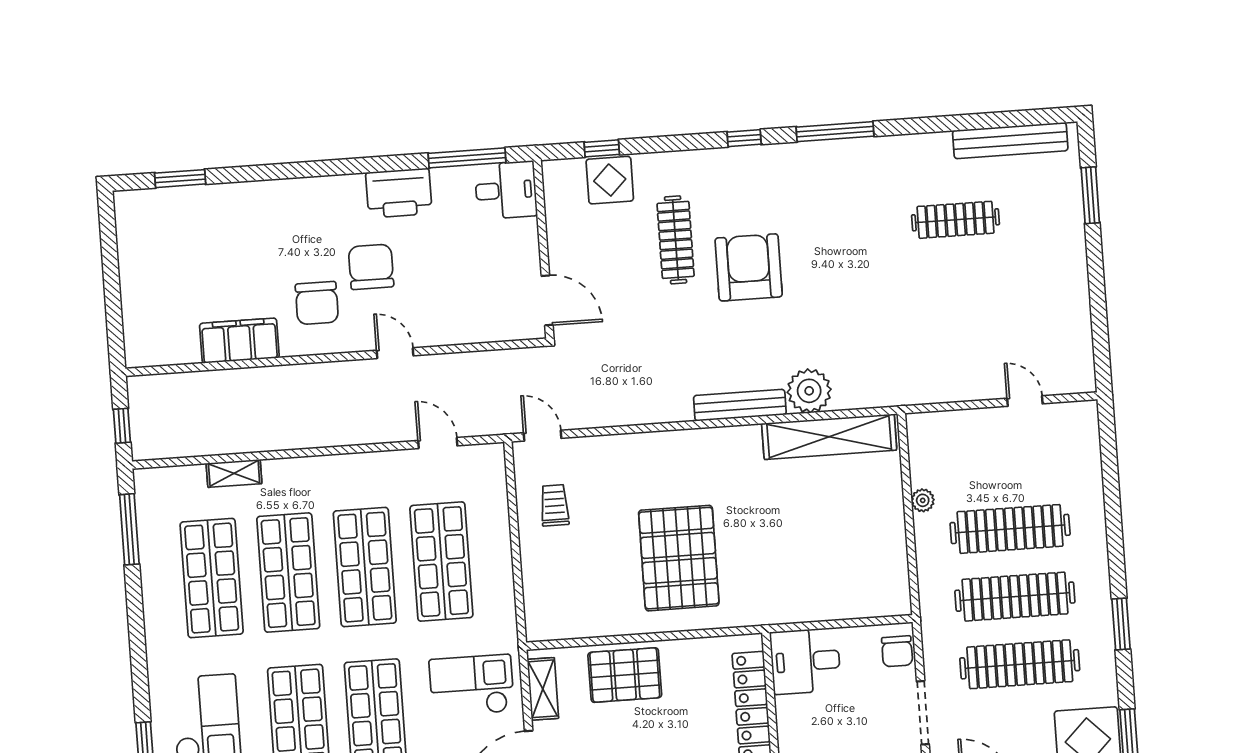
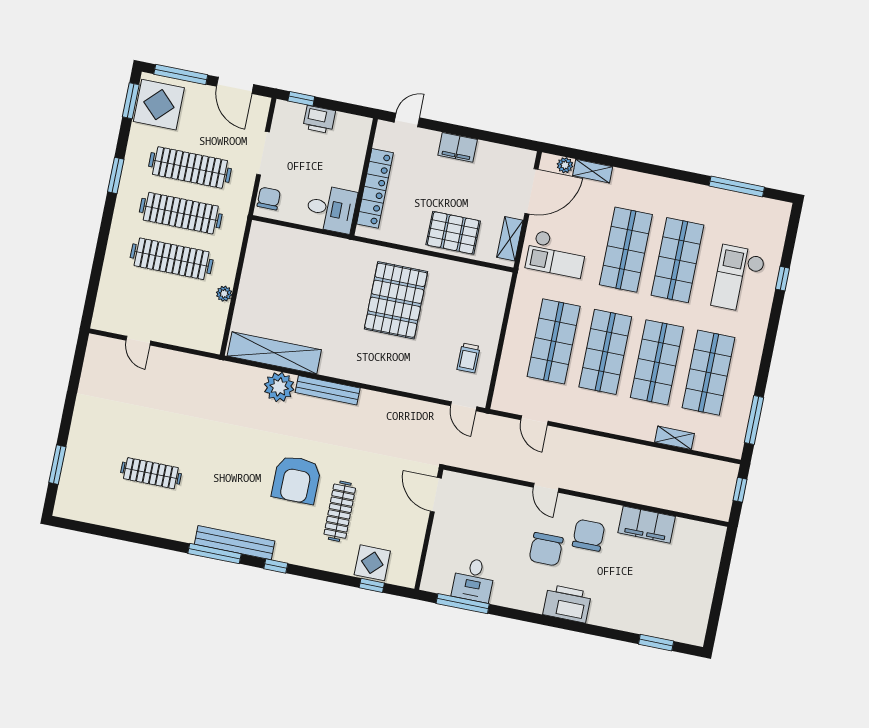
bench: (1010, 141) -> (235, 543), moved
desk: (506, 190) -> (473, 580), moved, turned -90
printer: (399, 193) -> (567, 604), moved

